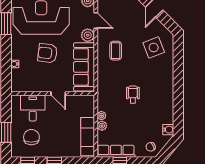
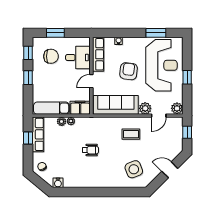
row of seats: (29, 86) -> (98, 54), added
filing cabinet: (87, 106) -> (80, 108), added

